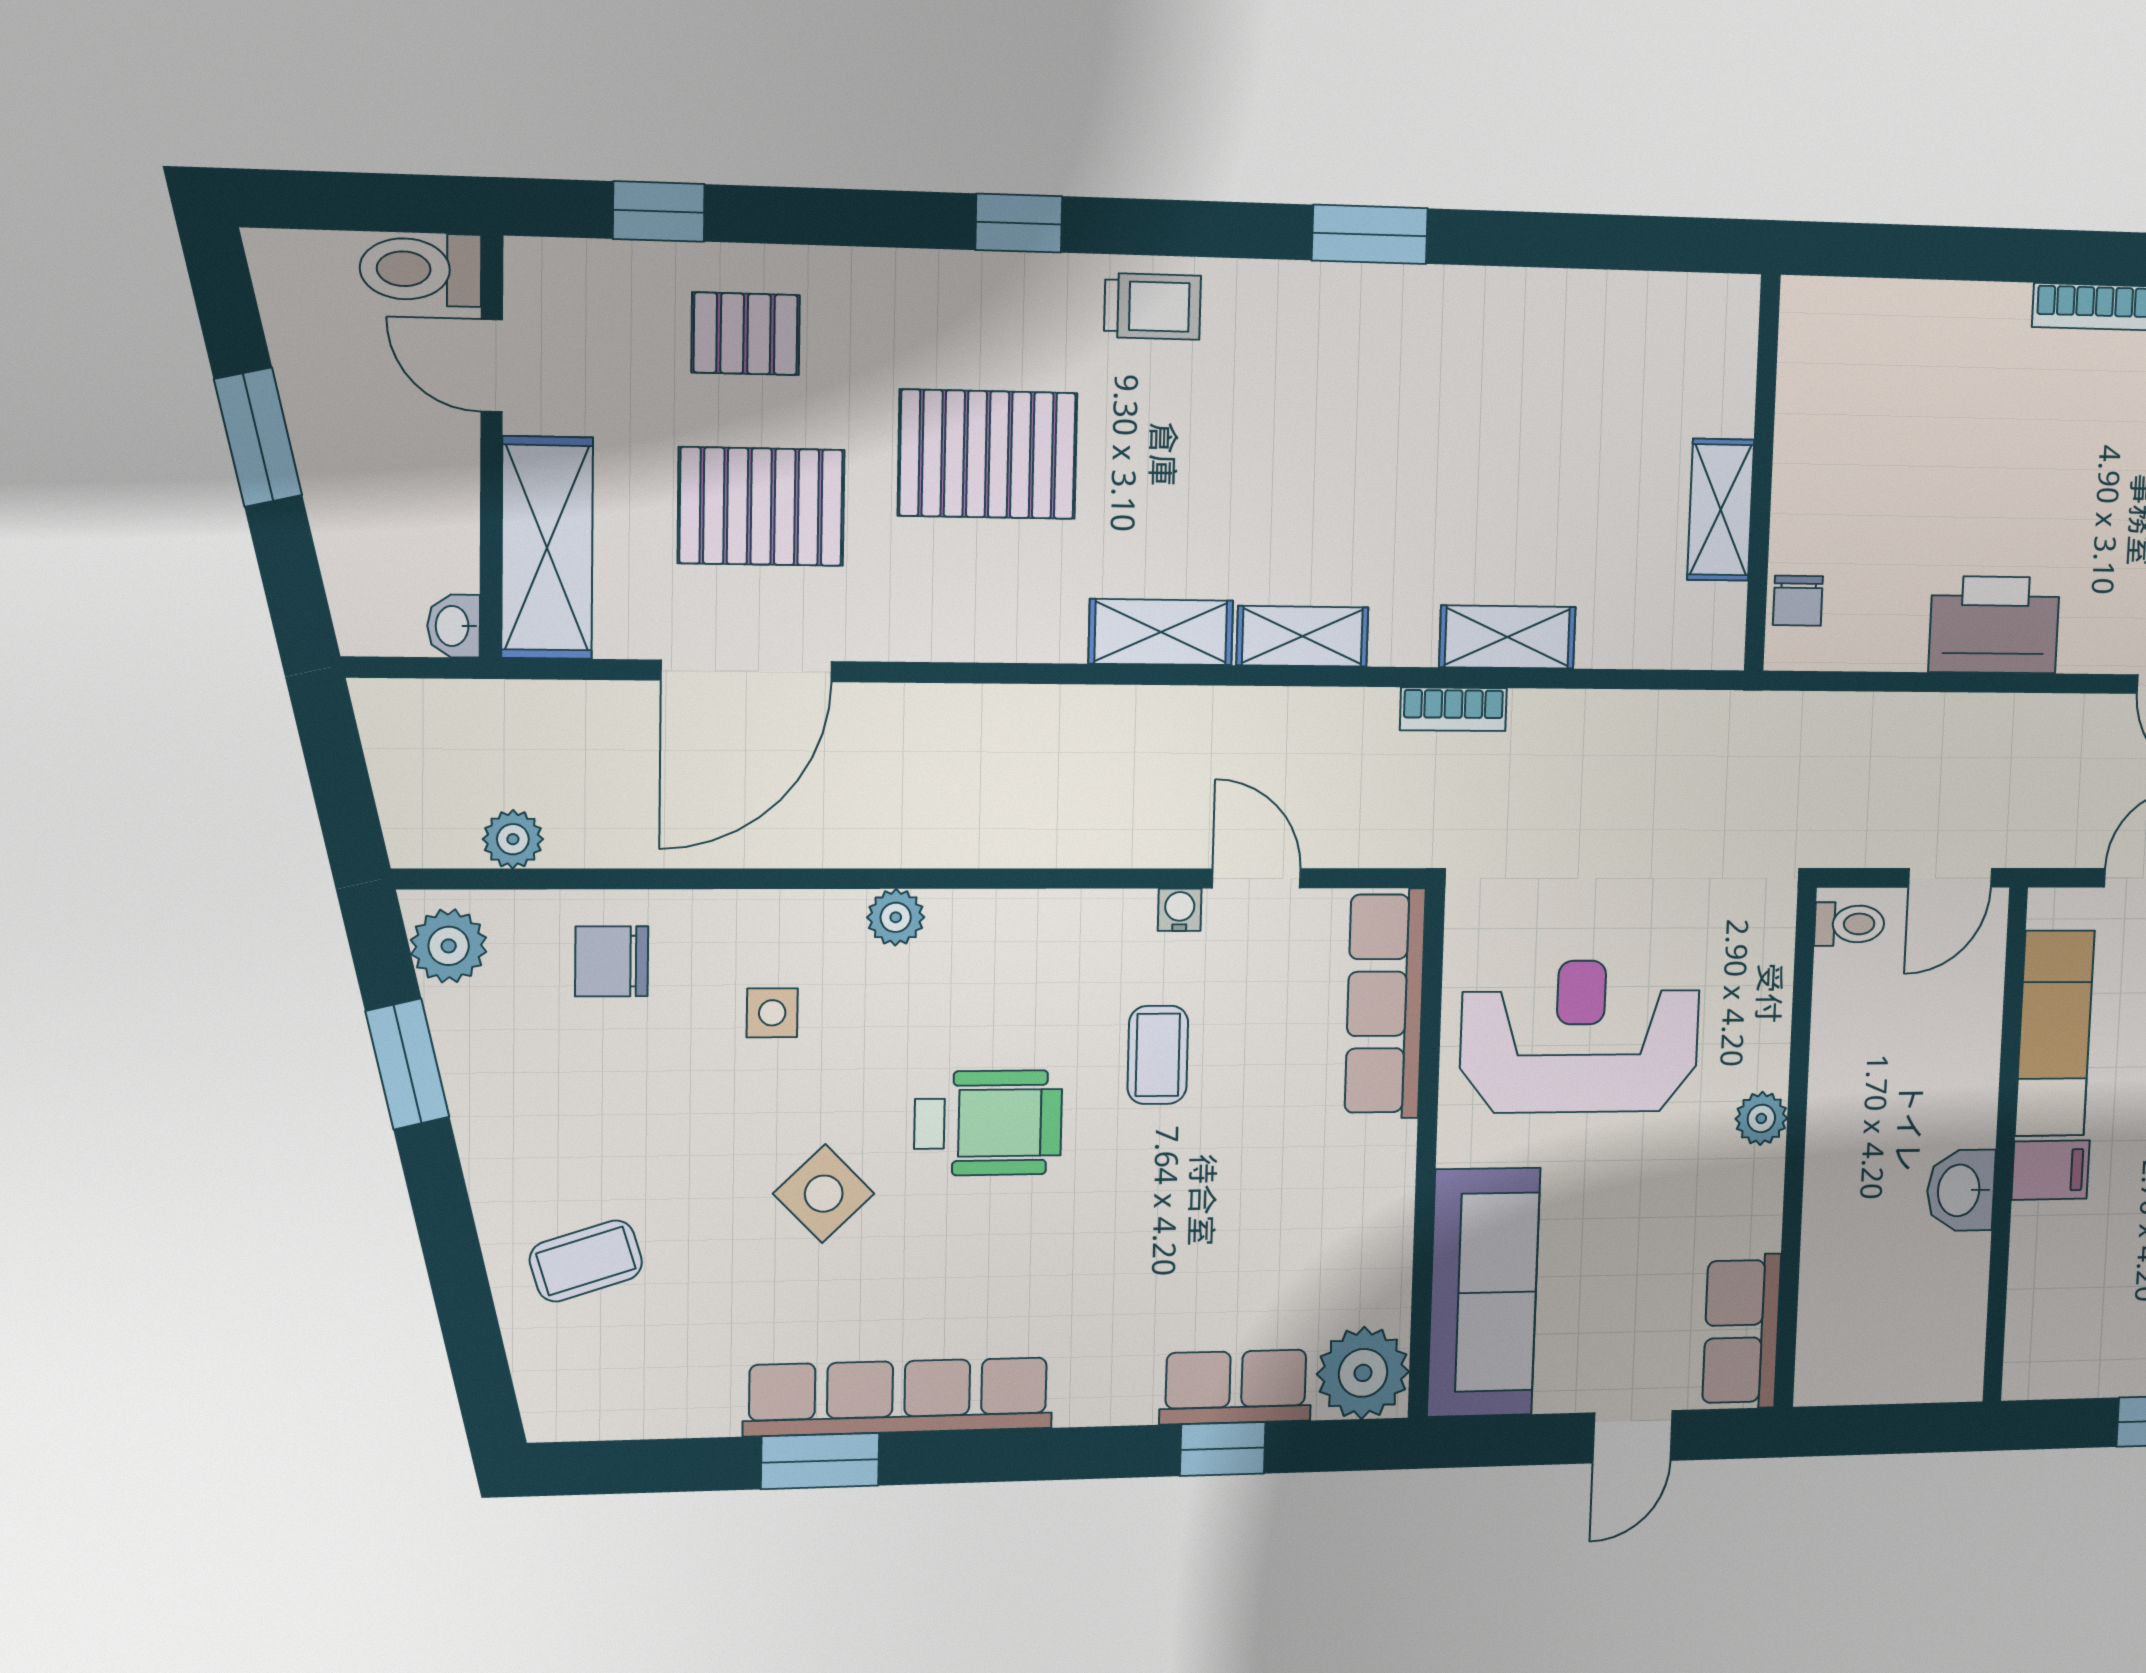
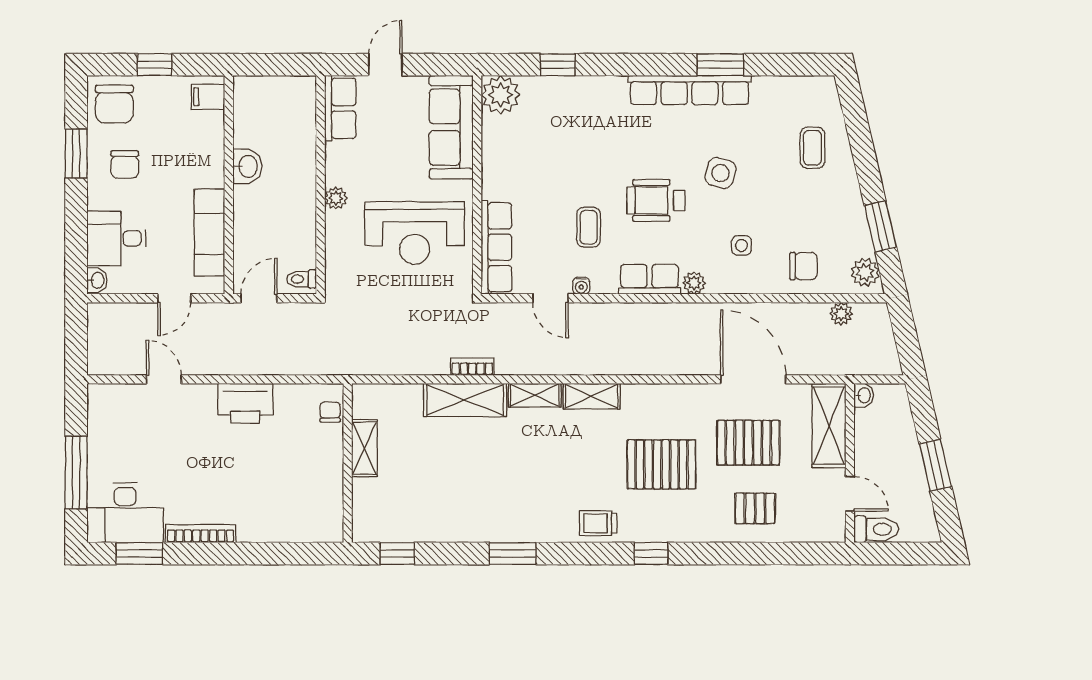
window: (659, 211) -> (397, 554), moved
shelving: (1507, 637) -> (465, 400), width x1.50, depth x1.33
door: (746, 671) -> (753, 379), hinge flipped
filing cabinet: (2051, 1170) -> (208, 97), moved
side table: (824, 1194) -> (720, 173), turned -31
coffee table: (586, 1261) -> (812, 148), turned -73
row of seats: (1236, 1387) -> (649, 279), moved, turned 180

